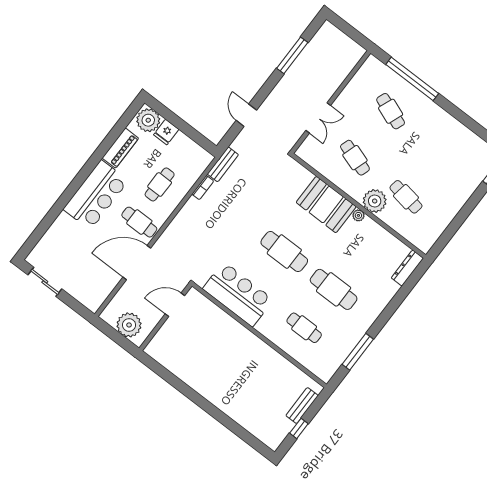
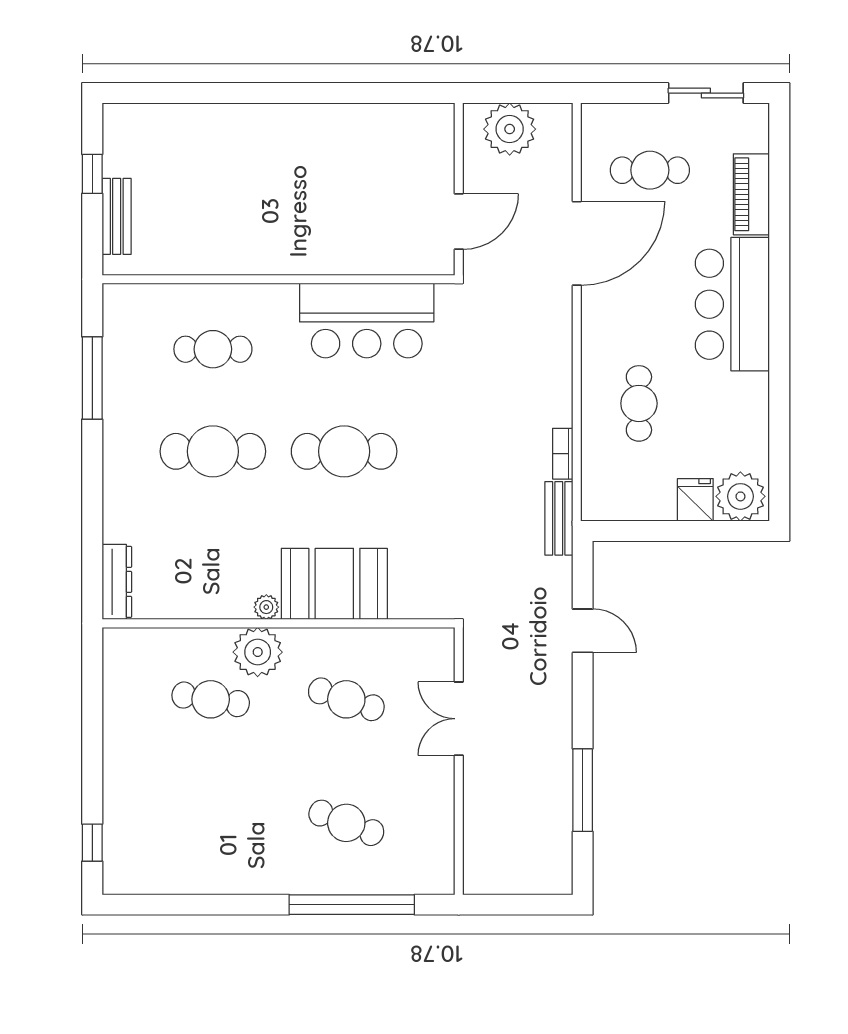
piano: (120, 148) -> (751, 194), moved
cafe table: (139, 222) -> (650, 170), moved

